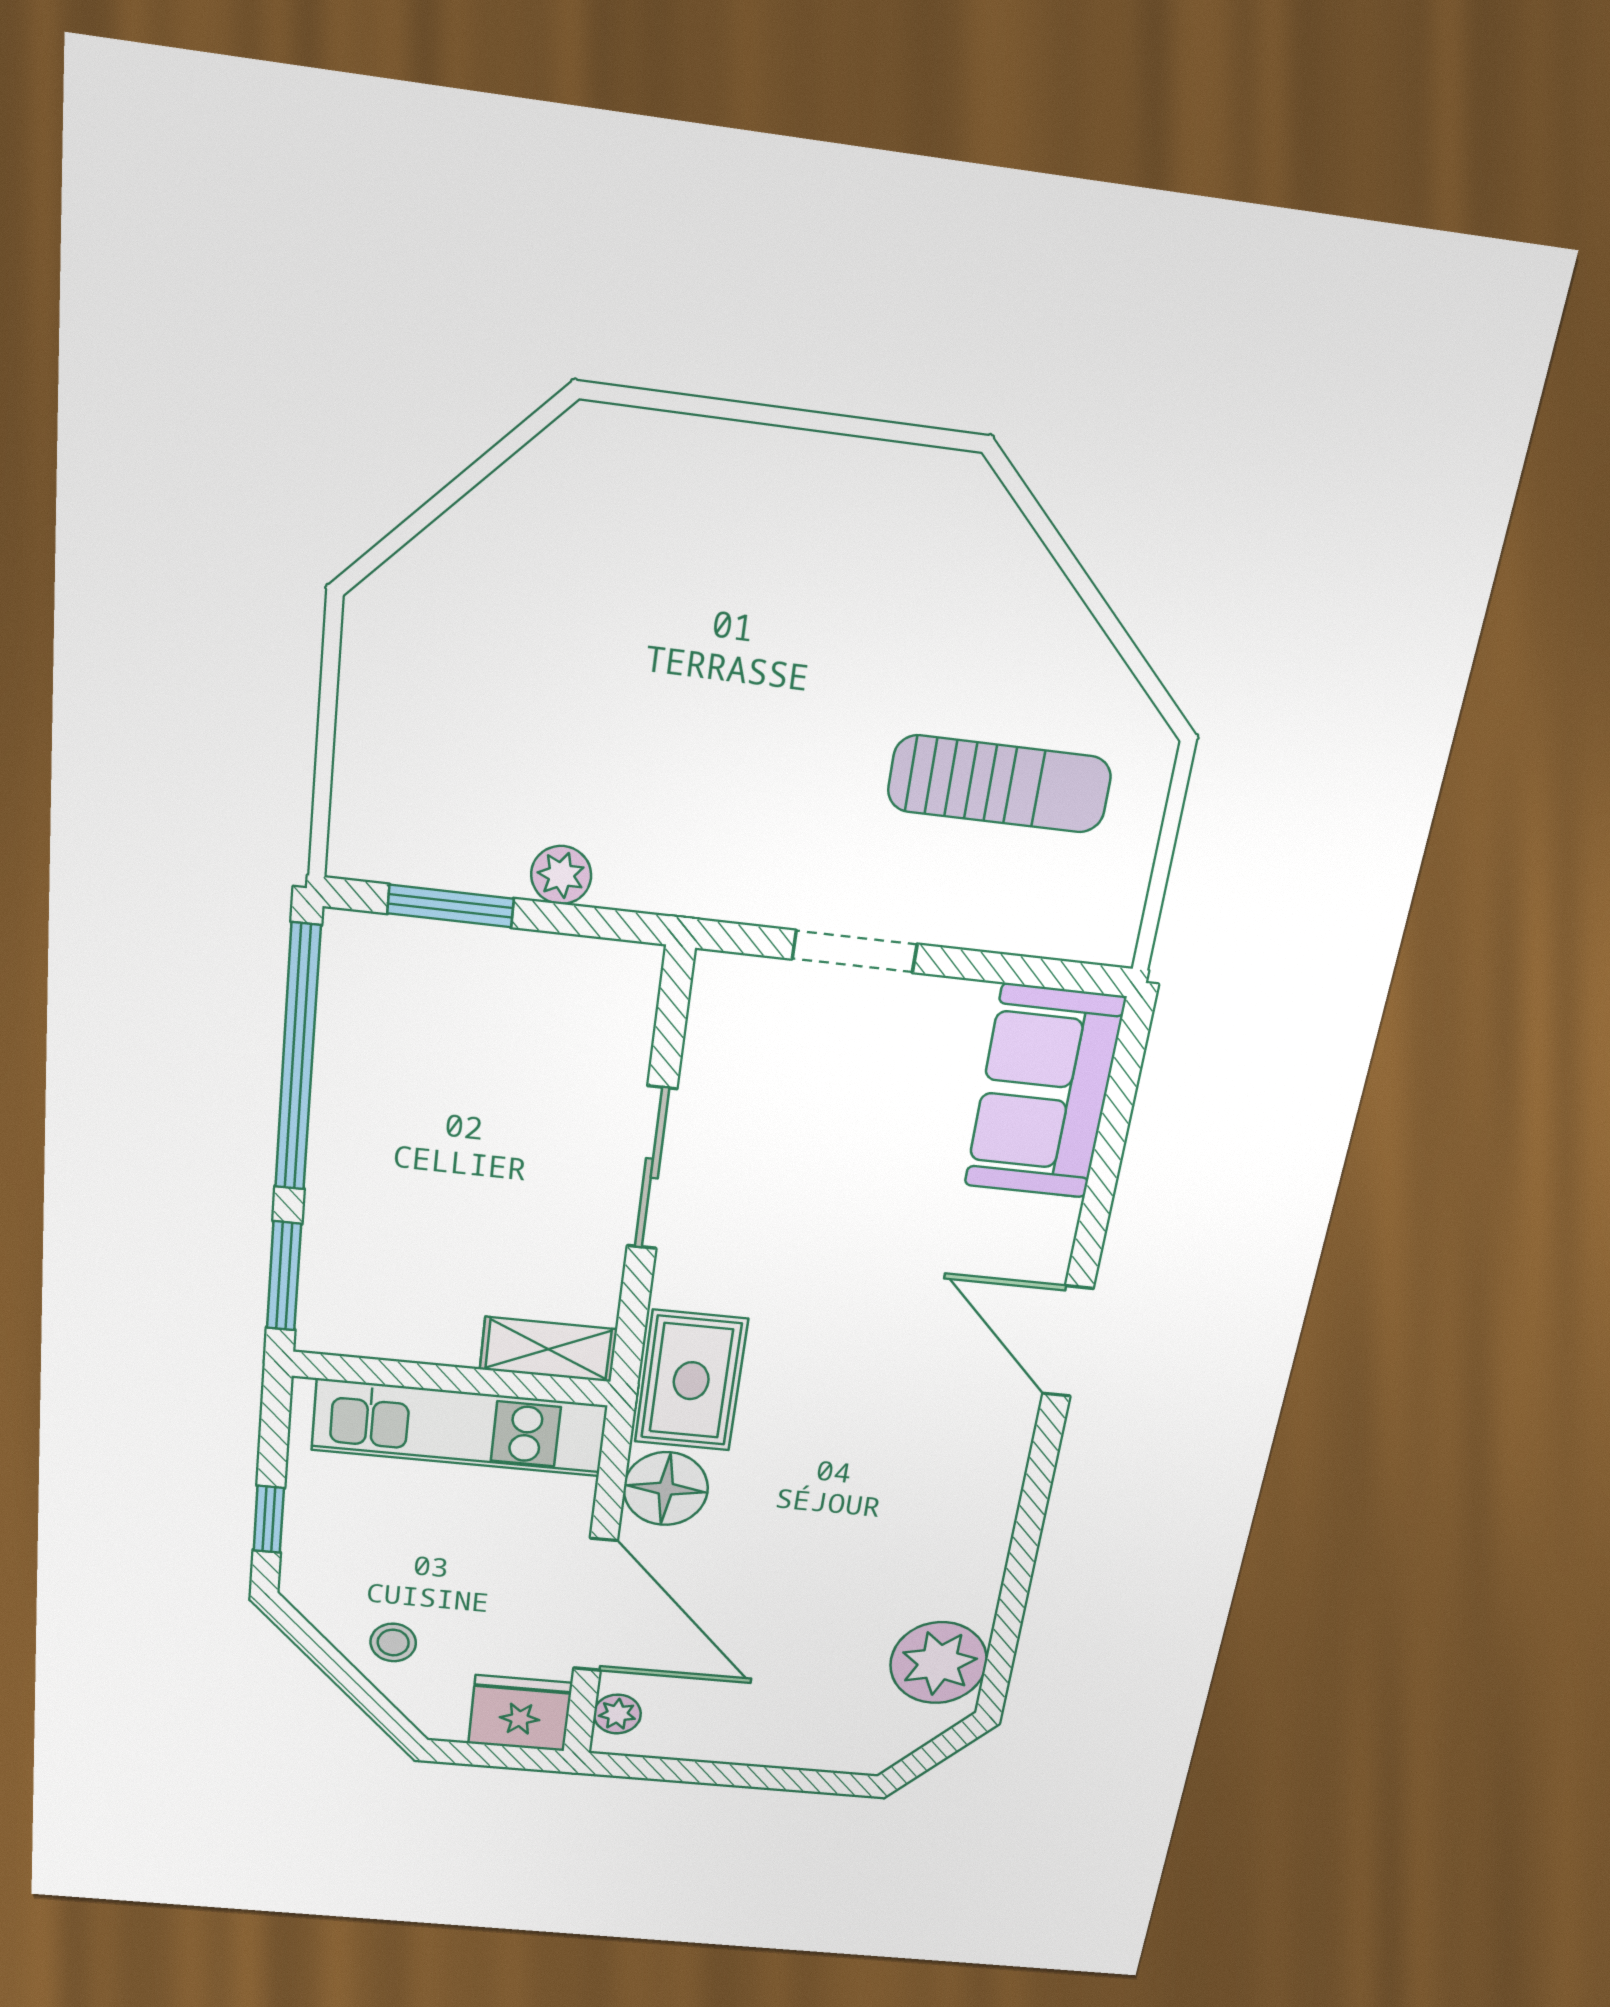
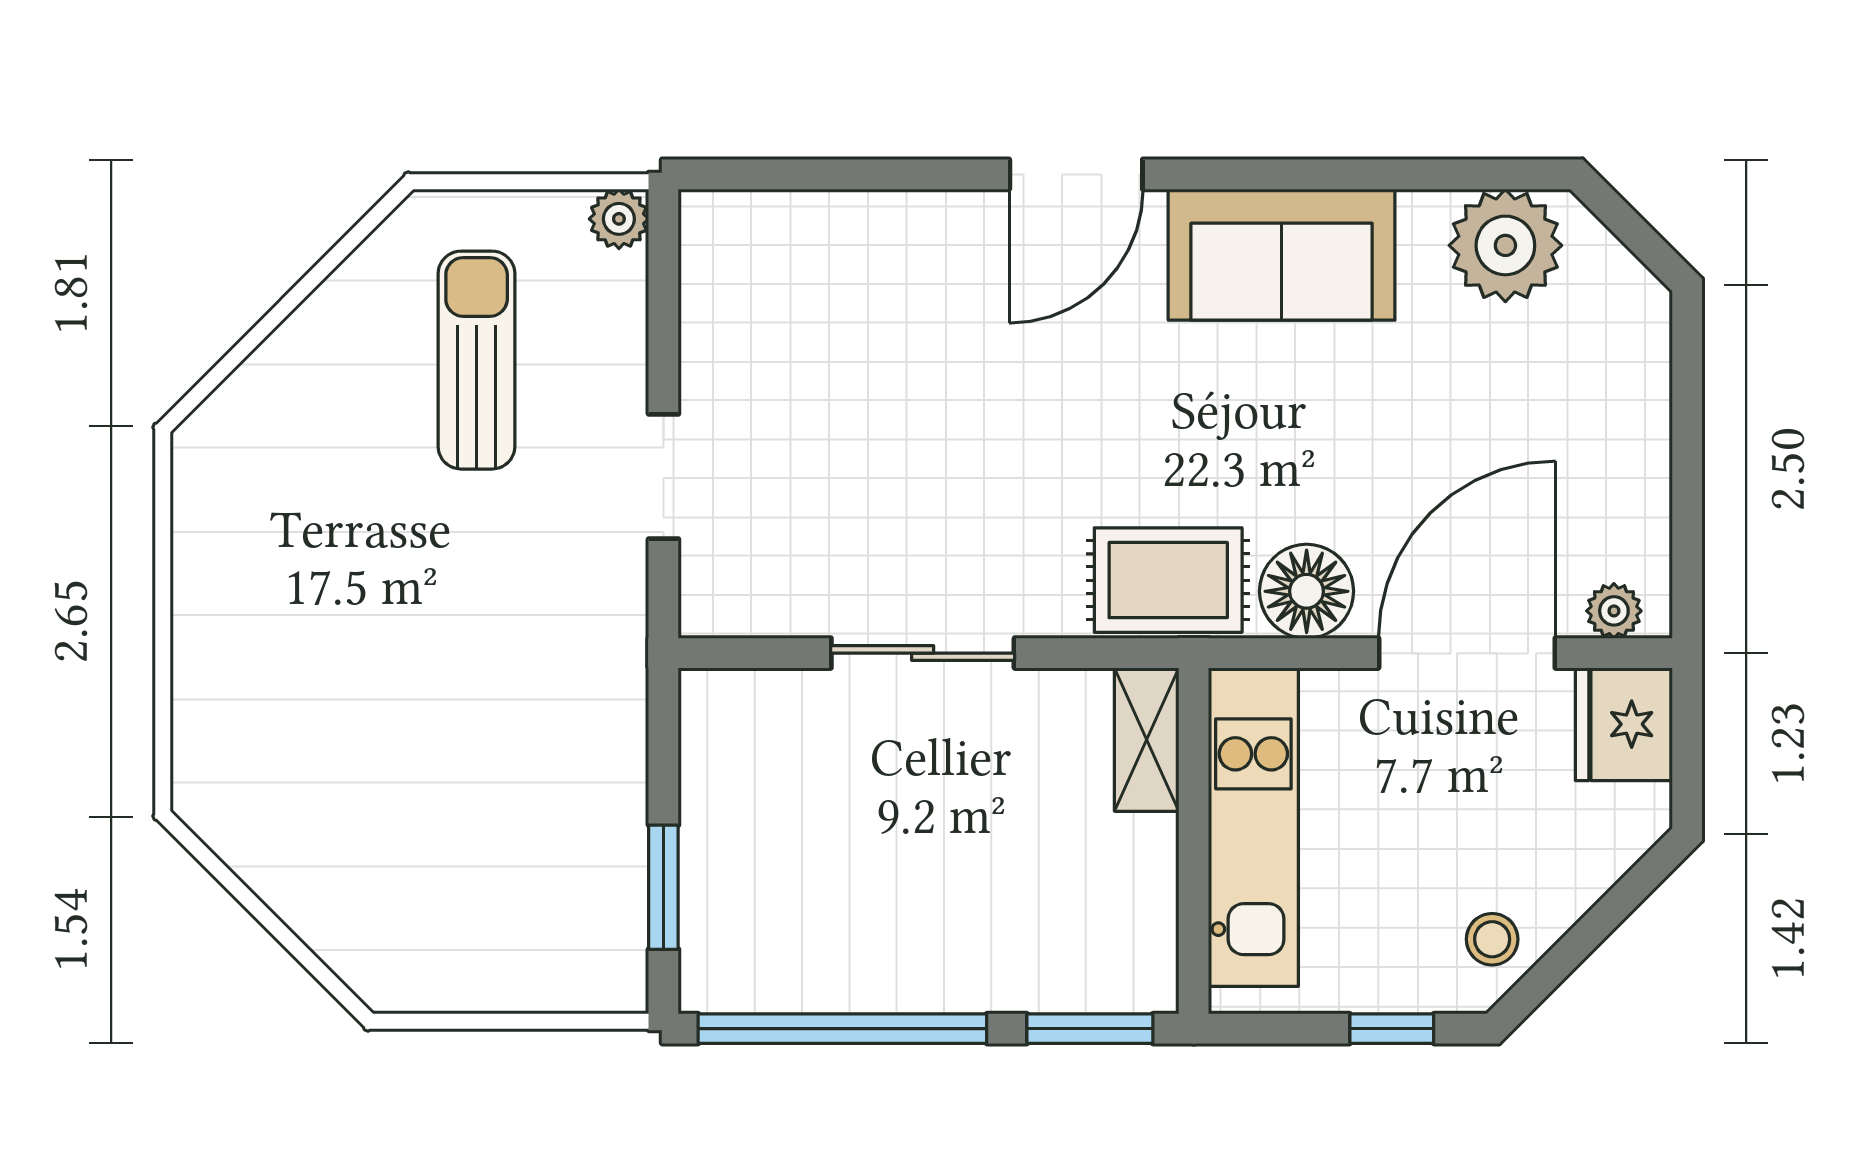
plant: (561, 875) -> (619, 219), moved
sofa: (1044, 1092) -> (1282, 255), moved
stool: (393, 1642) -> (1492, 939), moved

